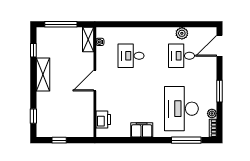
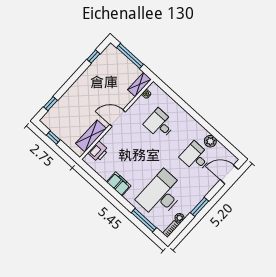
shelving: (43, 74) -> (91, 136), moved

